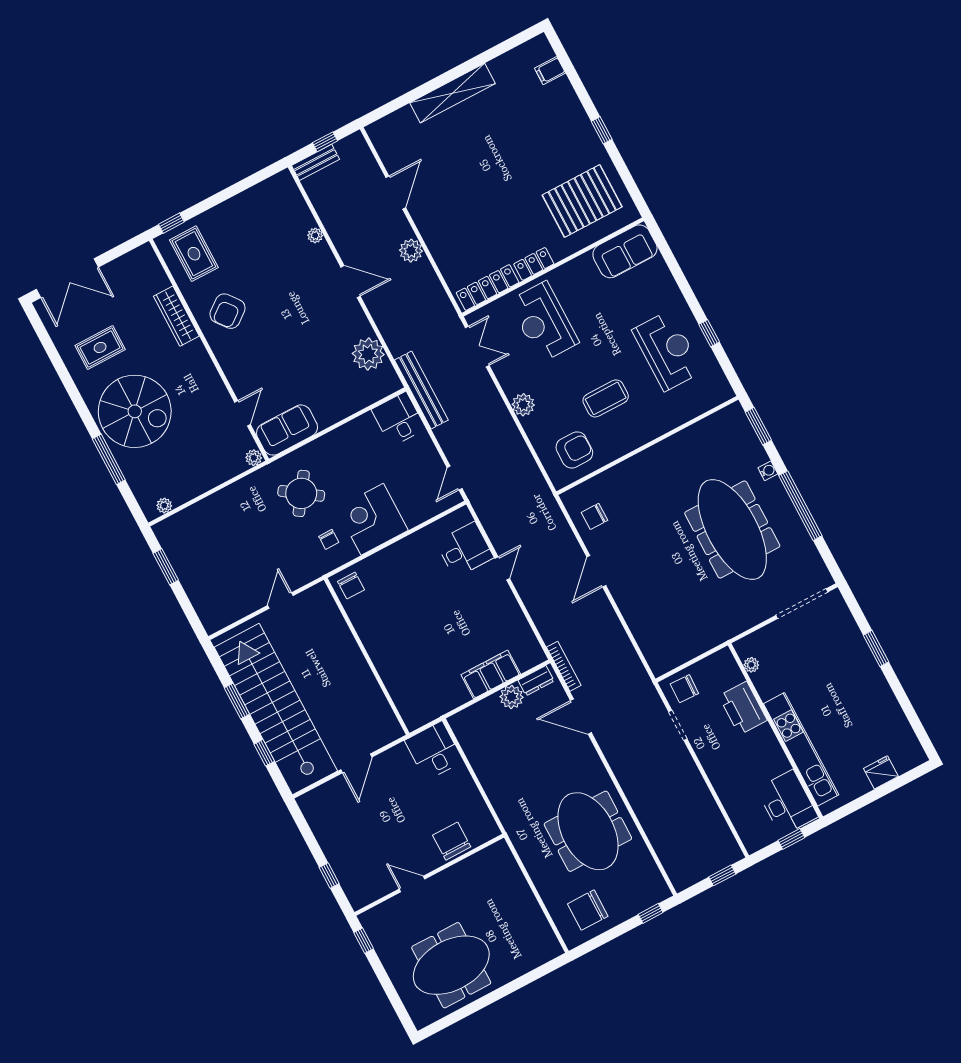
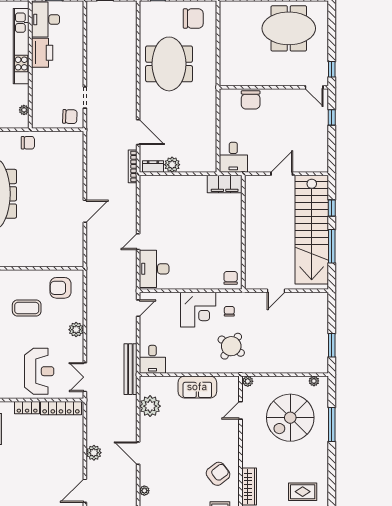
spiral stairs: (135, 411) -> (290, 418), moved, turned -90
sofa: (287, 430) -> (197, 387), moved
chair: (595, 516) -> (28, 143), moved
desk: (465, 550) -> (154, 269), width x1.37
filing cabinet: (491, 674) -> (225, 184), moved
window: (237, 701) -> (332, 246), width x1.44
printer: (743, 708) -> (42, 53), moved
door: (412, 884) -> (314, 87), moved

